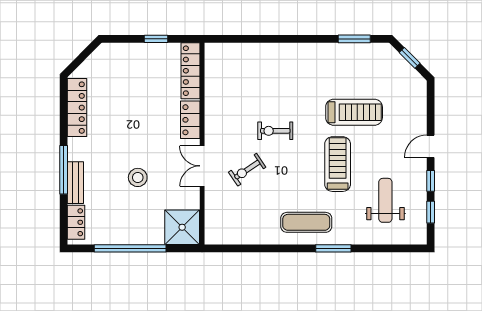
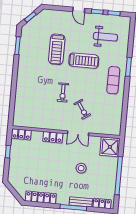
locker: (190, 71) -> (21, 134), width x0.66
treadmill: (354, 112) -> (57, 49), turned 180
treadmill: (338, 164) -> (84, 61), turned 180
weight bench: (385, 200) -> (105, 37), turned 180

